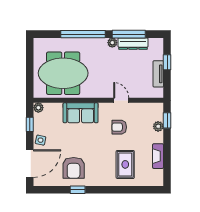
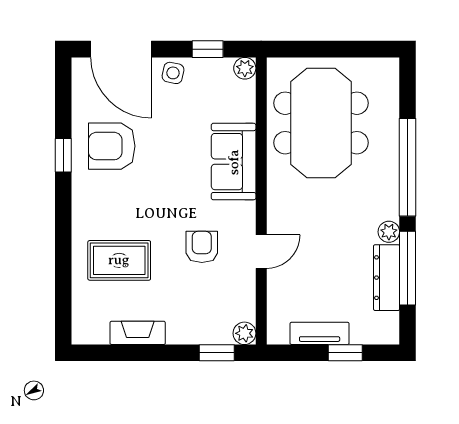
plant: (158, 126) -> (244, 333), moved

